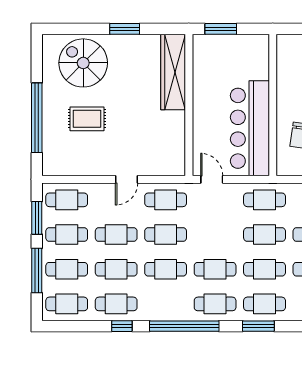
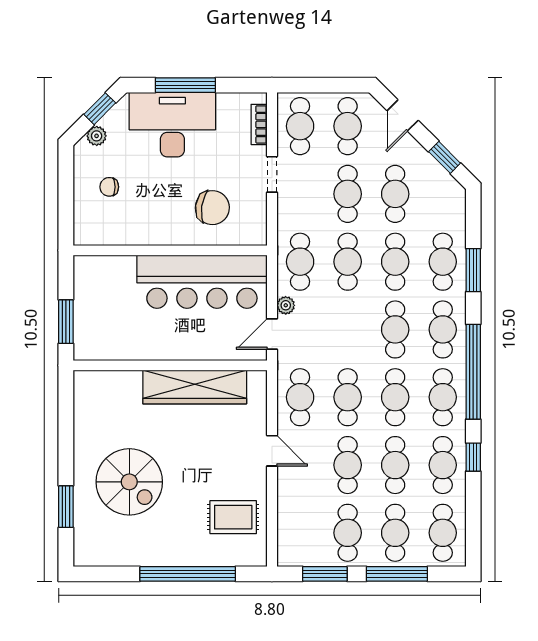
window: (125, 29) -> (66, 507), moved
spiral stairs: (83, 63) -> (129, 482), moved, turned -90
wardrobe: (173, 72) -> (195, 387), moved
rug: (87, 119) -> (233, 517), moved, turned 90
plant: (233, 189) -> (286, 305), added
cafe table: (67, 200) -> (443, 397), moved

